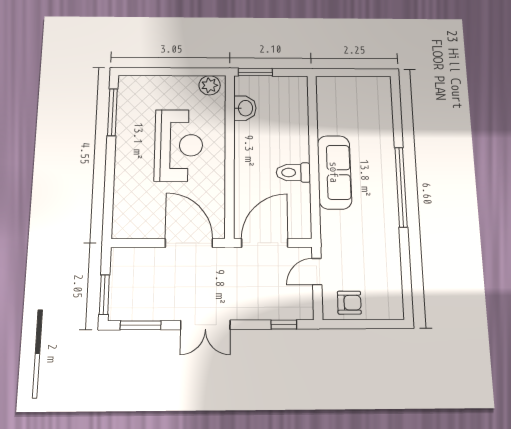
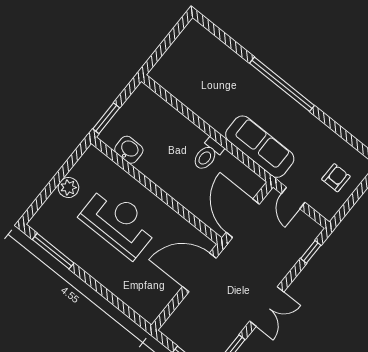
plant: (210, 85) -> (68, 187), moved
sofa: (334, 172) -> (260, 147), moved
armchair: (349, 303) -> (336, 178), moved

